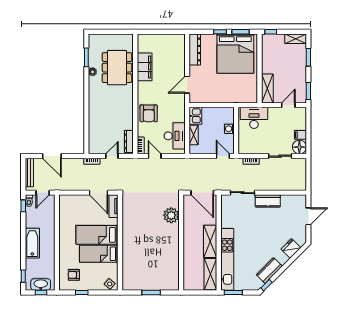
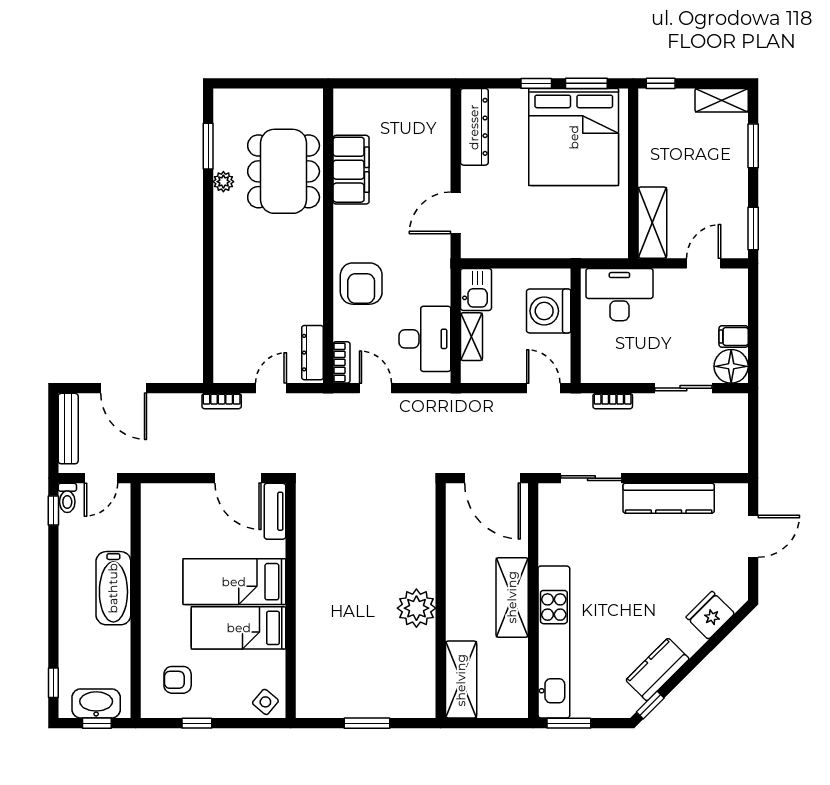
washing machine: (229, 129) -> (549, 311), width x1.89, depth x1.89
kitchen counter: (268, 201) -> (669, 498), width x1.50
plant: (171, 215) -> (416, 608), moved
bathtub: (32, 243) -> (113, 588), moved, turned 180
shelving: (210, 274) -> (461, 680), moved

